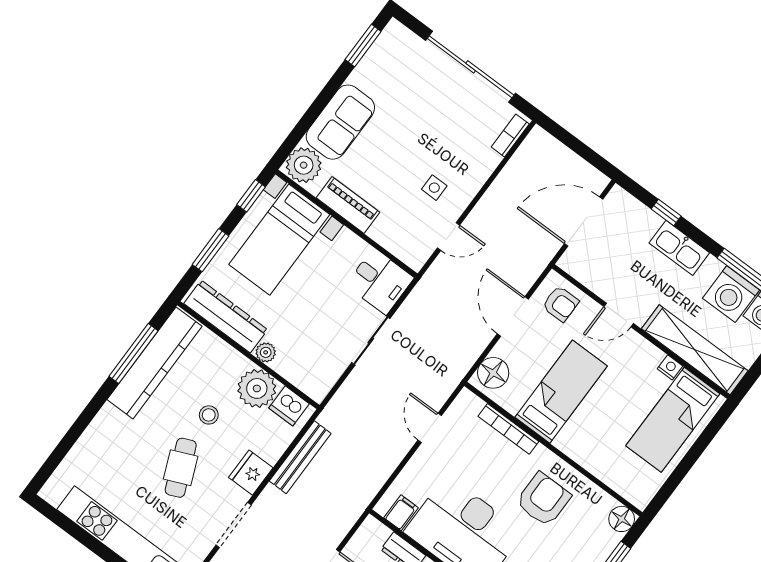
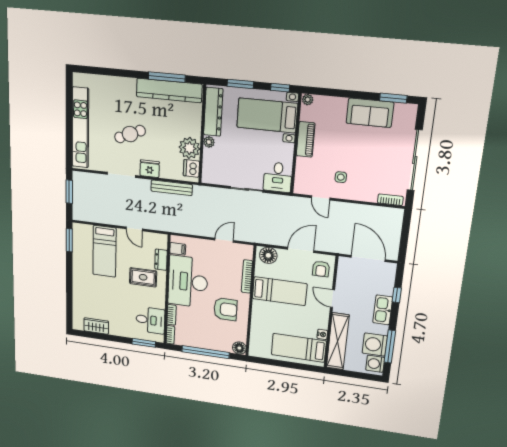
sofa: (340, 122) -> (370, 113), moved
plant: (304, 165) -> (308, 100), width x0.53, depth x0.53
stool: (209, 415) -> (162, 132), removed

